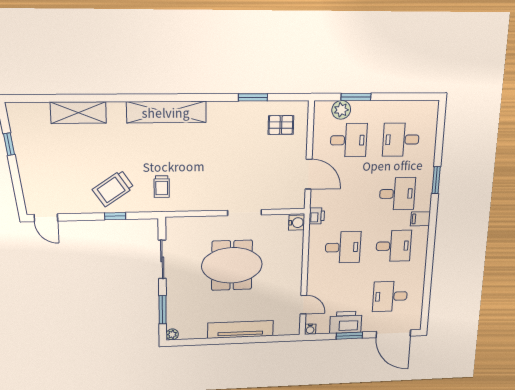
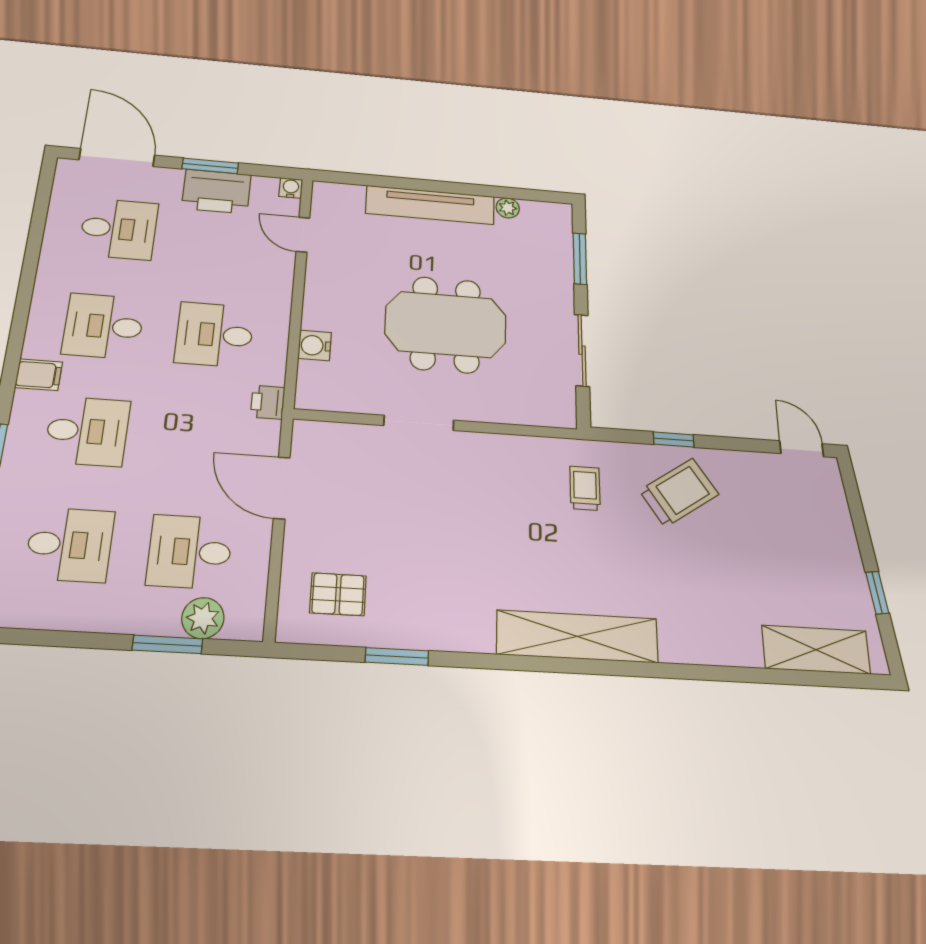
shelving: (78, 113) -> (816, 650), moved
desk: (397, 194) -> (87, 431), turned 180
water cooler: (297, 223) -> (315, 345), moved
plant: (172, 334) -> (508, 208), moved

